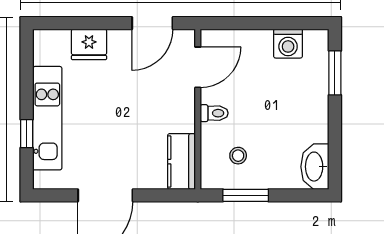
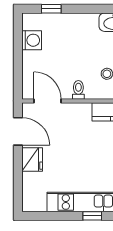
fridge: (89, 44) -> (32, 159), moved
window: (335, 73) -> (51, 9), width x0.67

